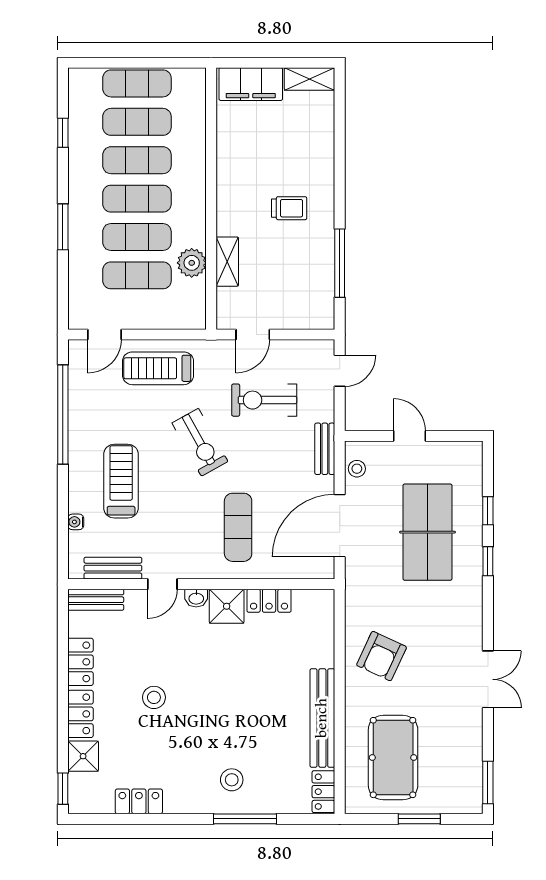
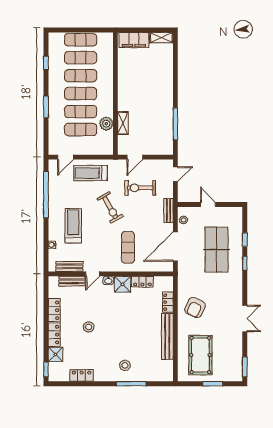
trolley: (289, 208) -> (152, 98), removed
bench: (96, 600) -> (72, 281), moved
locker: (323, 792) -> (168, 302), moved

